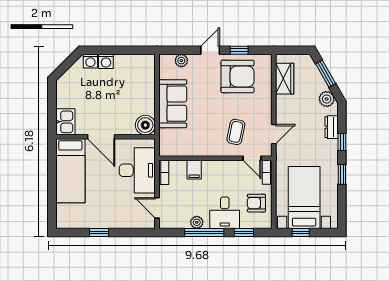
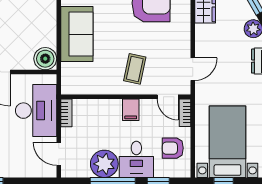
coffee table: (236, 132) -> (135, 69), moved
filing cabinet: (194, 170) -> (131, 110), moved
plant: (197, 222) -> (104, 164), width x1.88, depth x1.88

